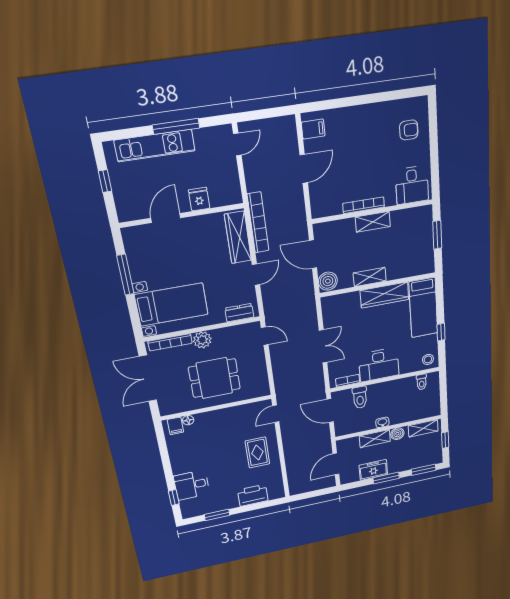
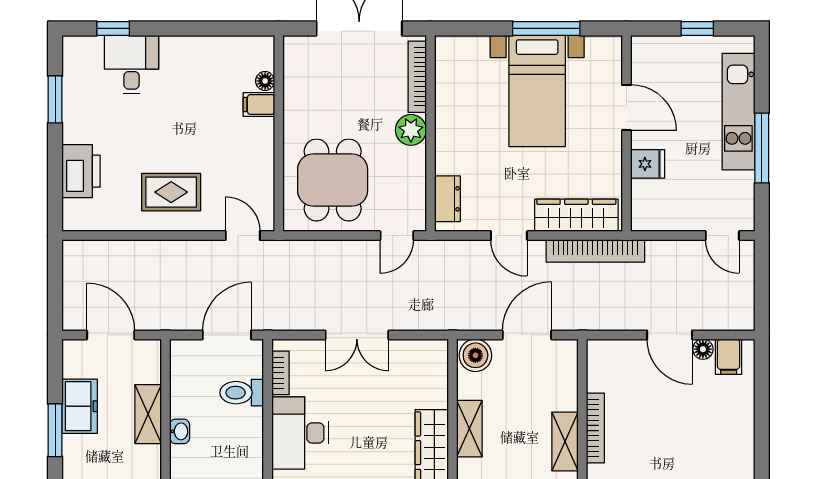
floor lamp: (310, 146) -> (703, 349), added
bed with nightstands: (172, 305) -> (537, 91), moved
dining table: (214, 378) -> (333, 180), moved
filing cabinet: (175, 426) -> (259, 104), moved
boiler: (397, 434) -> (148, 459), removed

